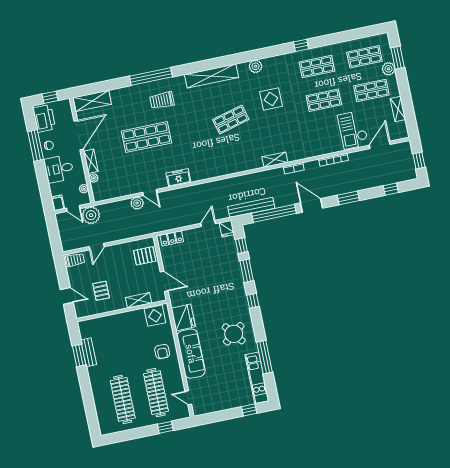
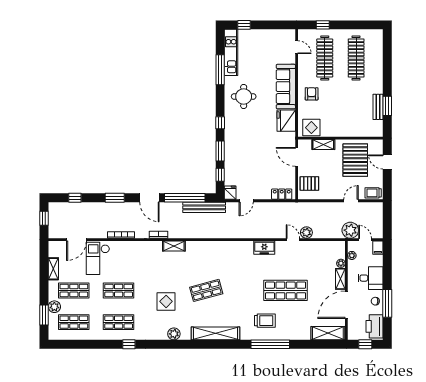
checkout: (353, 130) -> (98, 258), turned 180
pallet: (101, 291) -> (355, 160), width x2.05, depth x2.00
round table: (234, 334) -> (244, 96), turned 38

